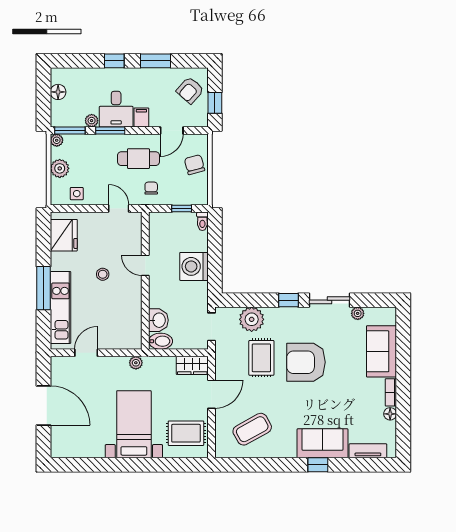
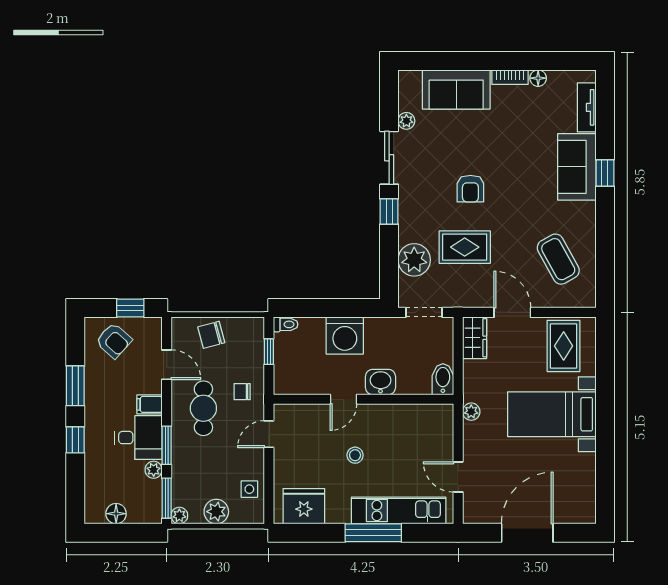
washbasin: (158, 320) -> (380, 382), moved
armchair: (306, 362) -> (470, 189), width x0.53, depth x0.53

